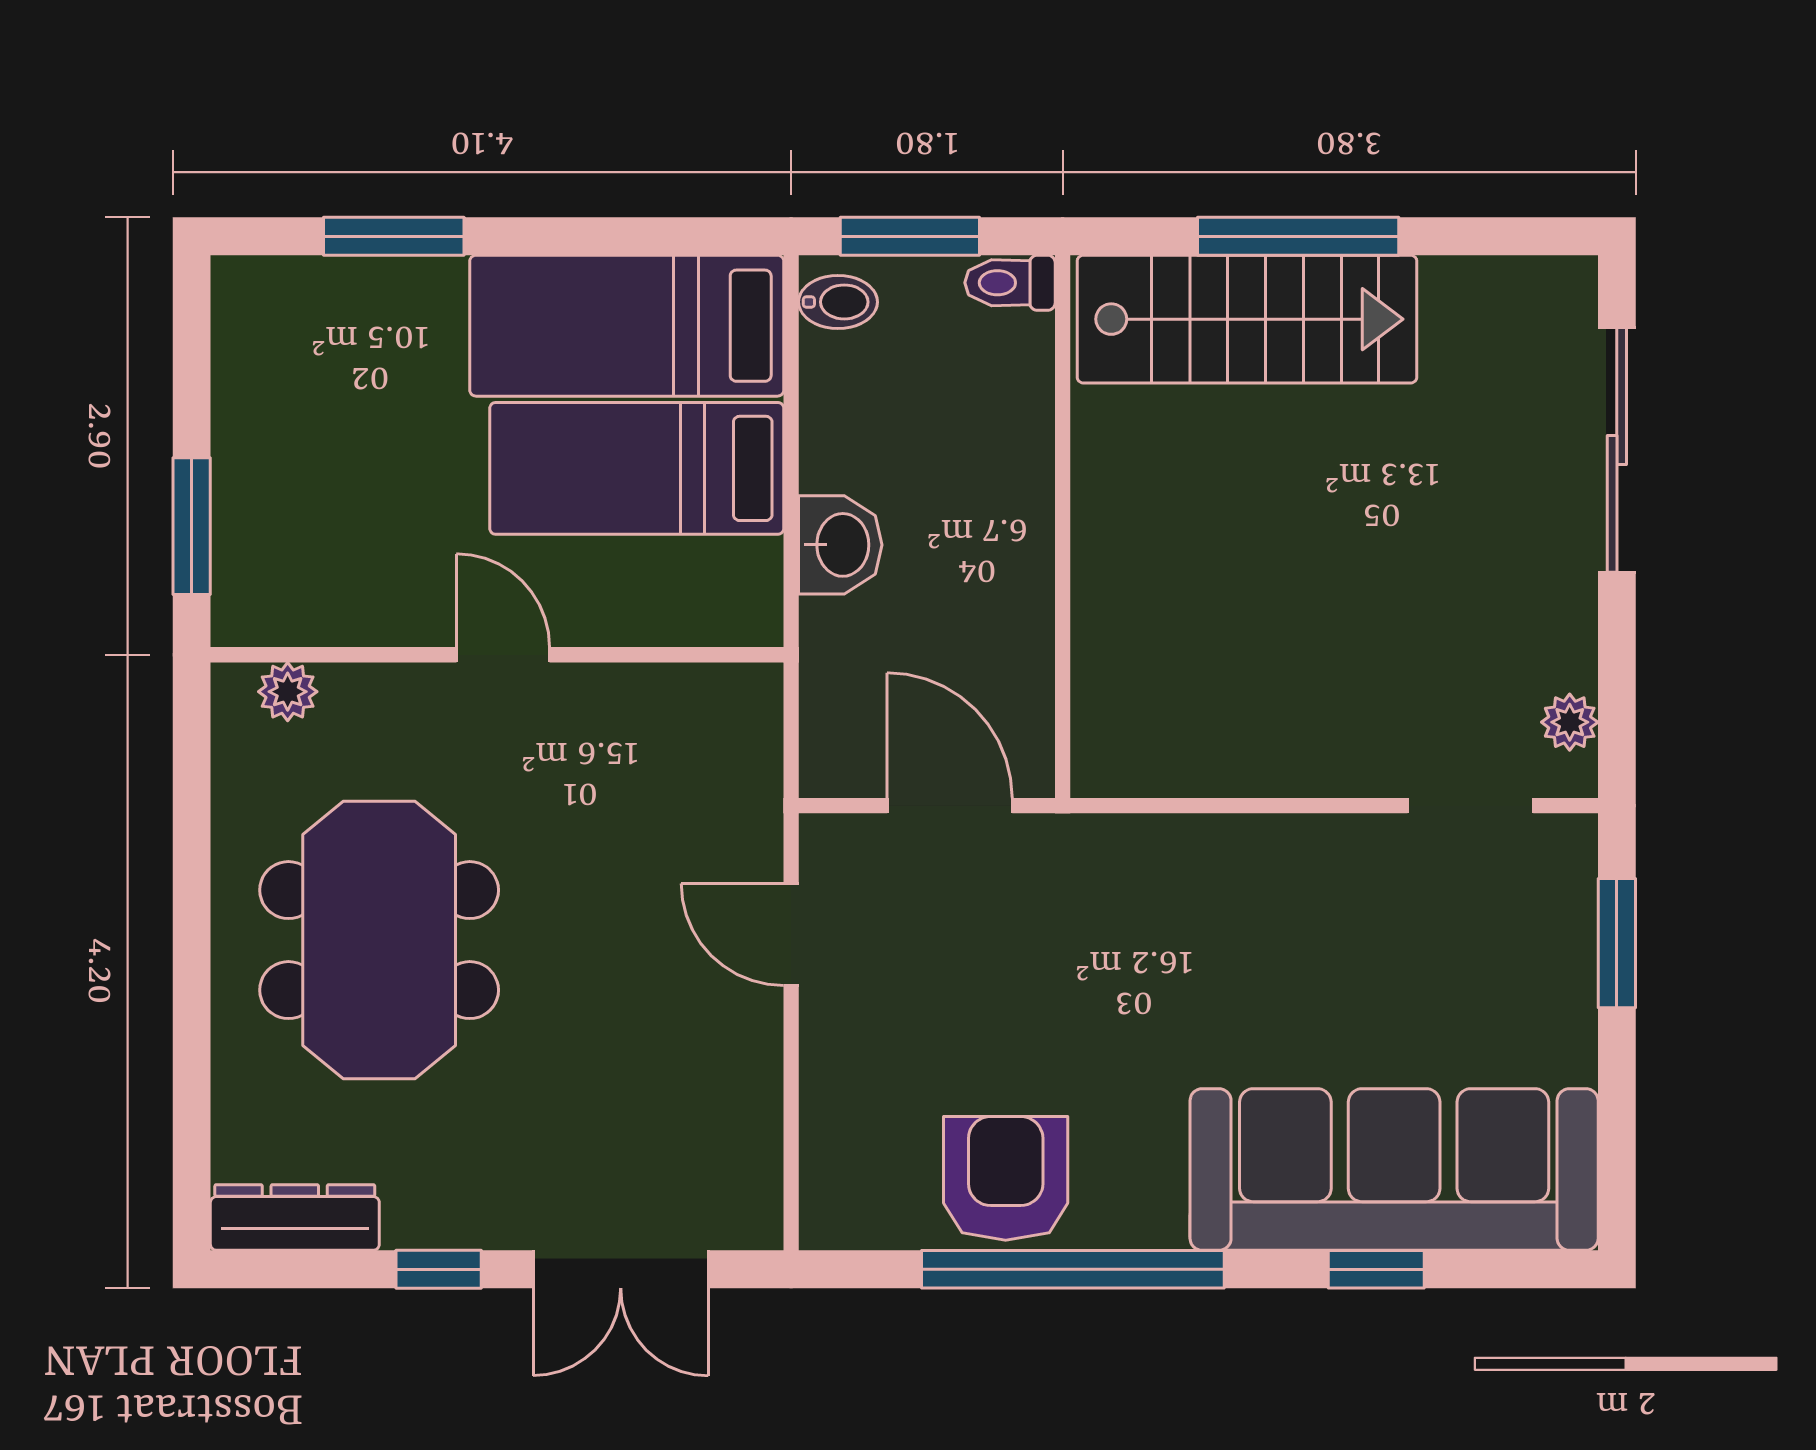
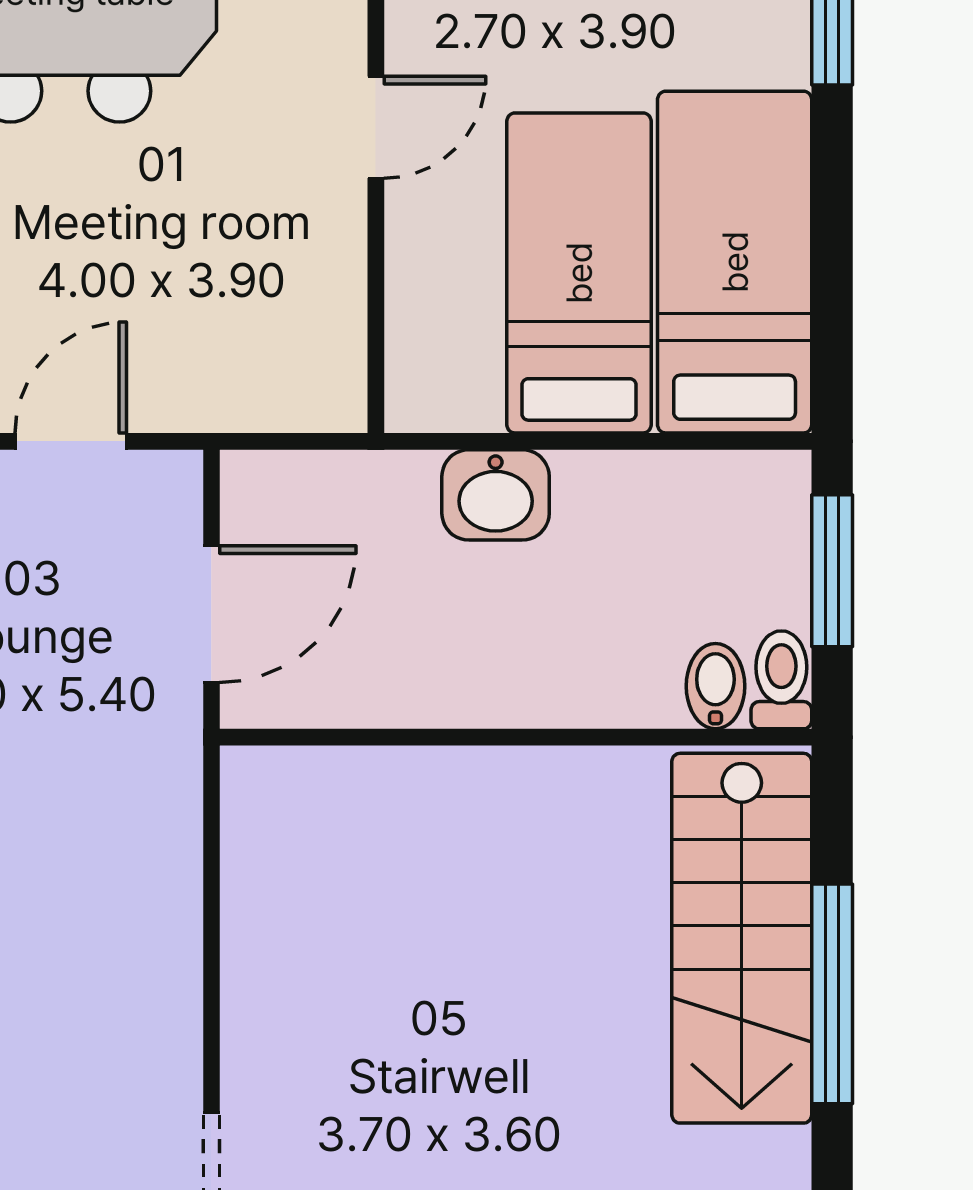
bidet: (838, 302) -> (715, 686), moved, turned 180

